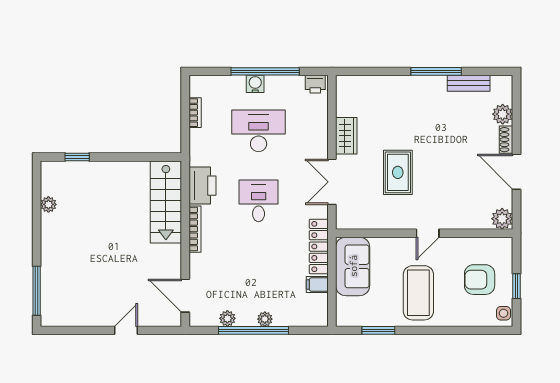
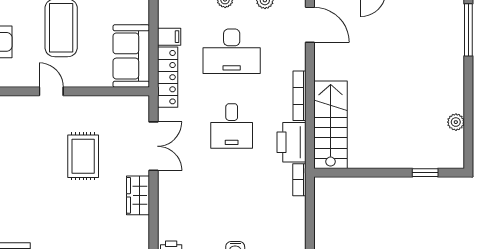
bookcase: (195, 113) -> (299, 180), moved
desk: (259, 131) -> (232, 51), moved
door: (428, 233) -> (51, 91), hinge flipped

